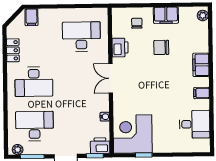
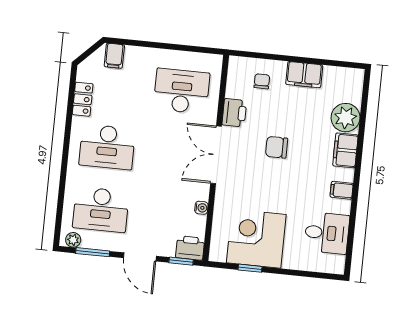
plant: (203, 15) -> (346, 118), moved, width x1.88, depth x1.88
chair: (161, 47) -> (277, 147), moved
double door: (111, 78) -> (216, 155), width x1.37
desk: (34, 126) -> (101, 210), turned 180
corner desk: (133, 134) -> (256, 239), moved

